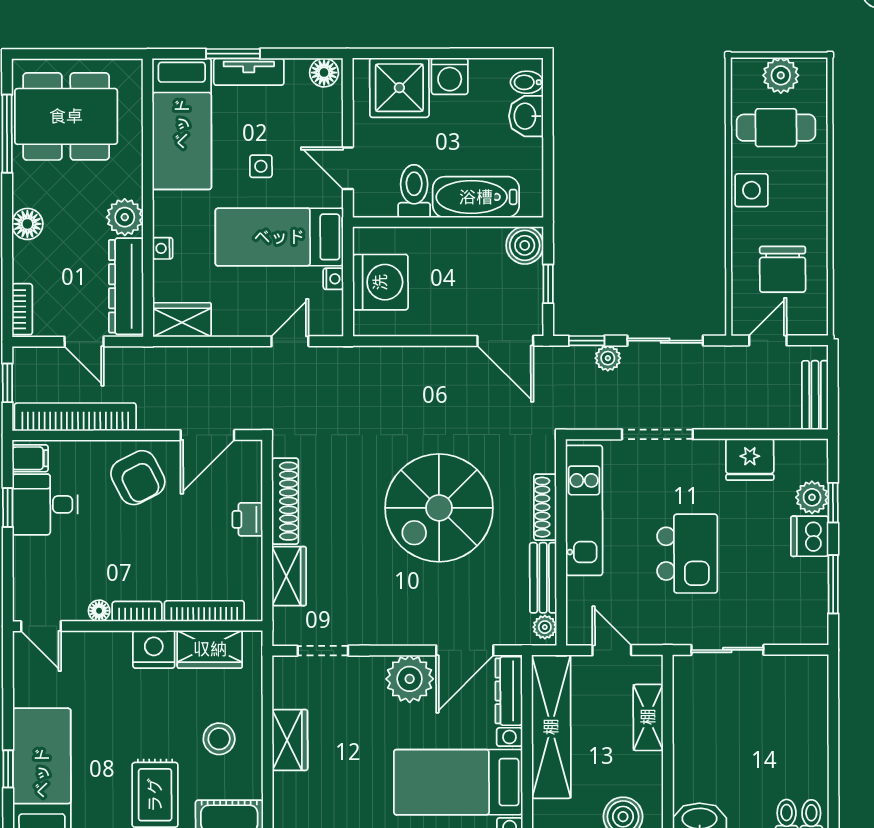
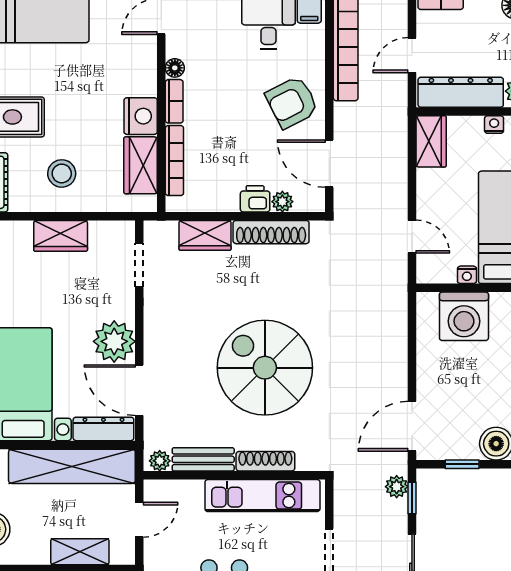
plant: (608, 358) -> (397, 487), moved
plant: (251, 488) -> (282, 202), added

